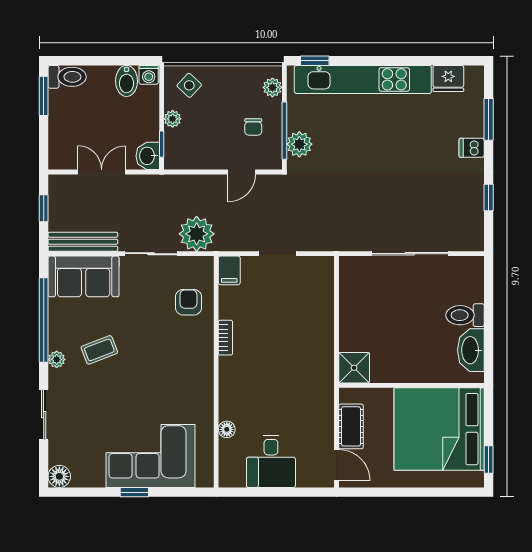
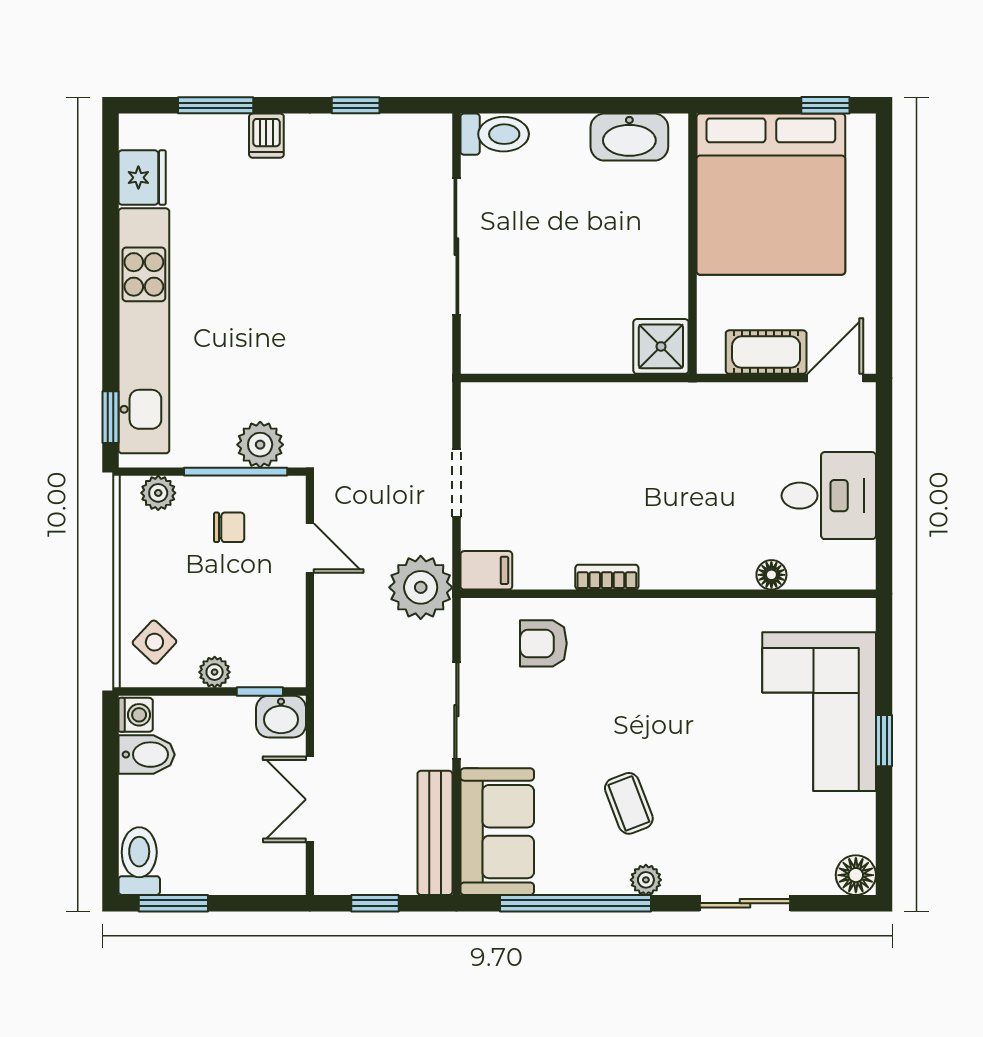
plant: (197, 234) -> (421, 587), moved
toilet: (465, 315) -> (495, 134), moved, turned -90

